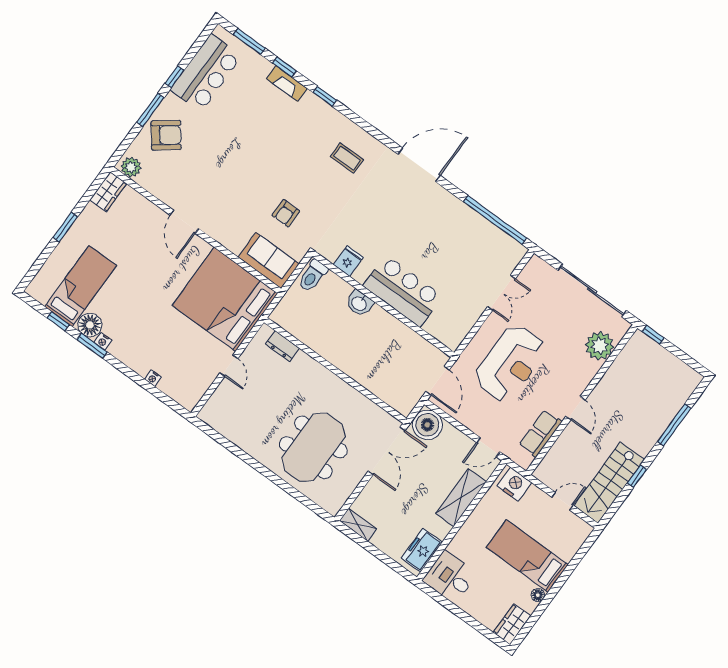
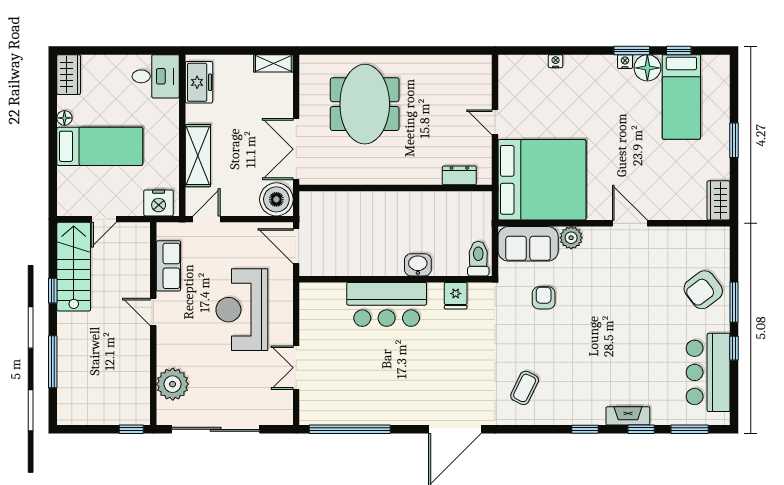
coffee table: (347, 158) -> (525, 388), turned -64
plant: (131, 167) -> (571, 238), moved

